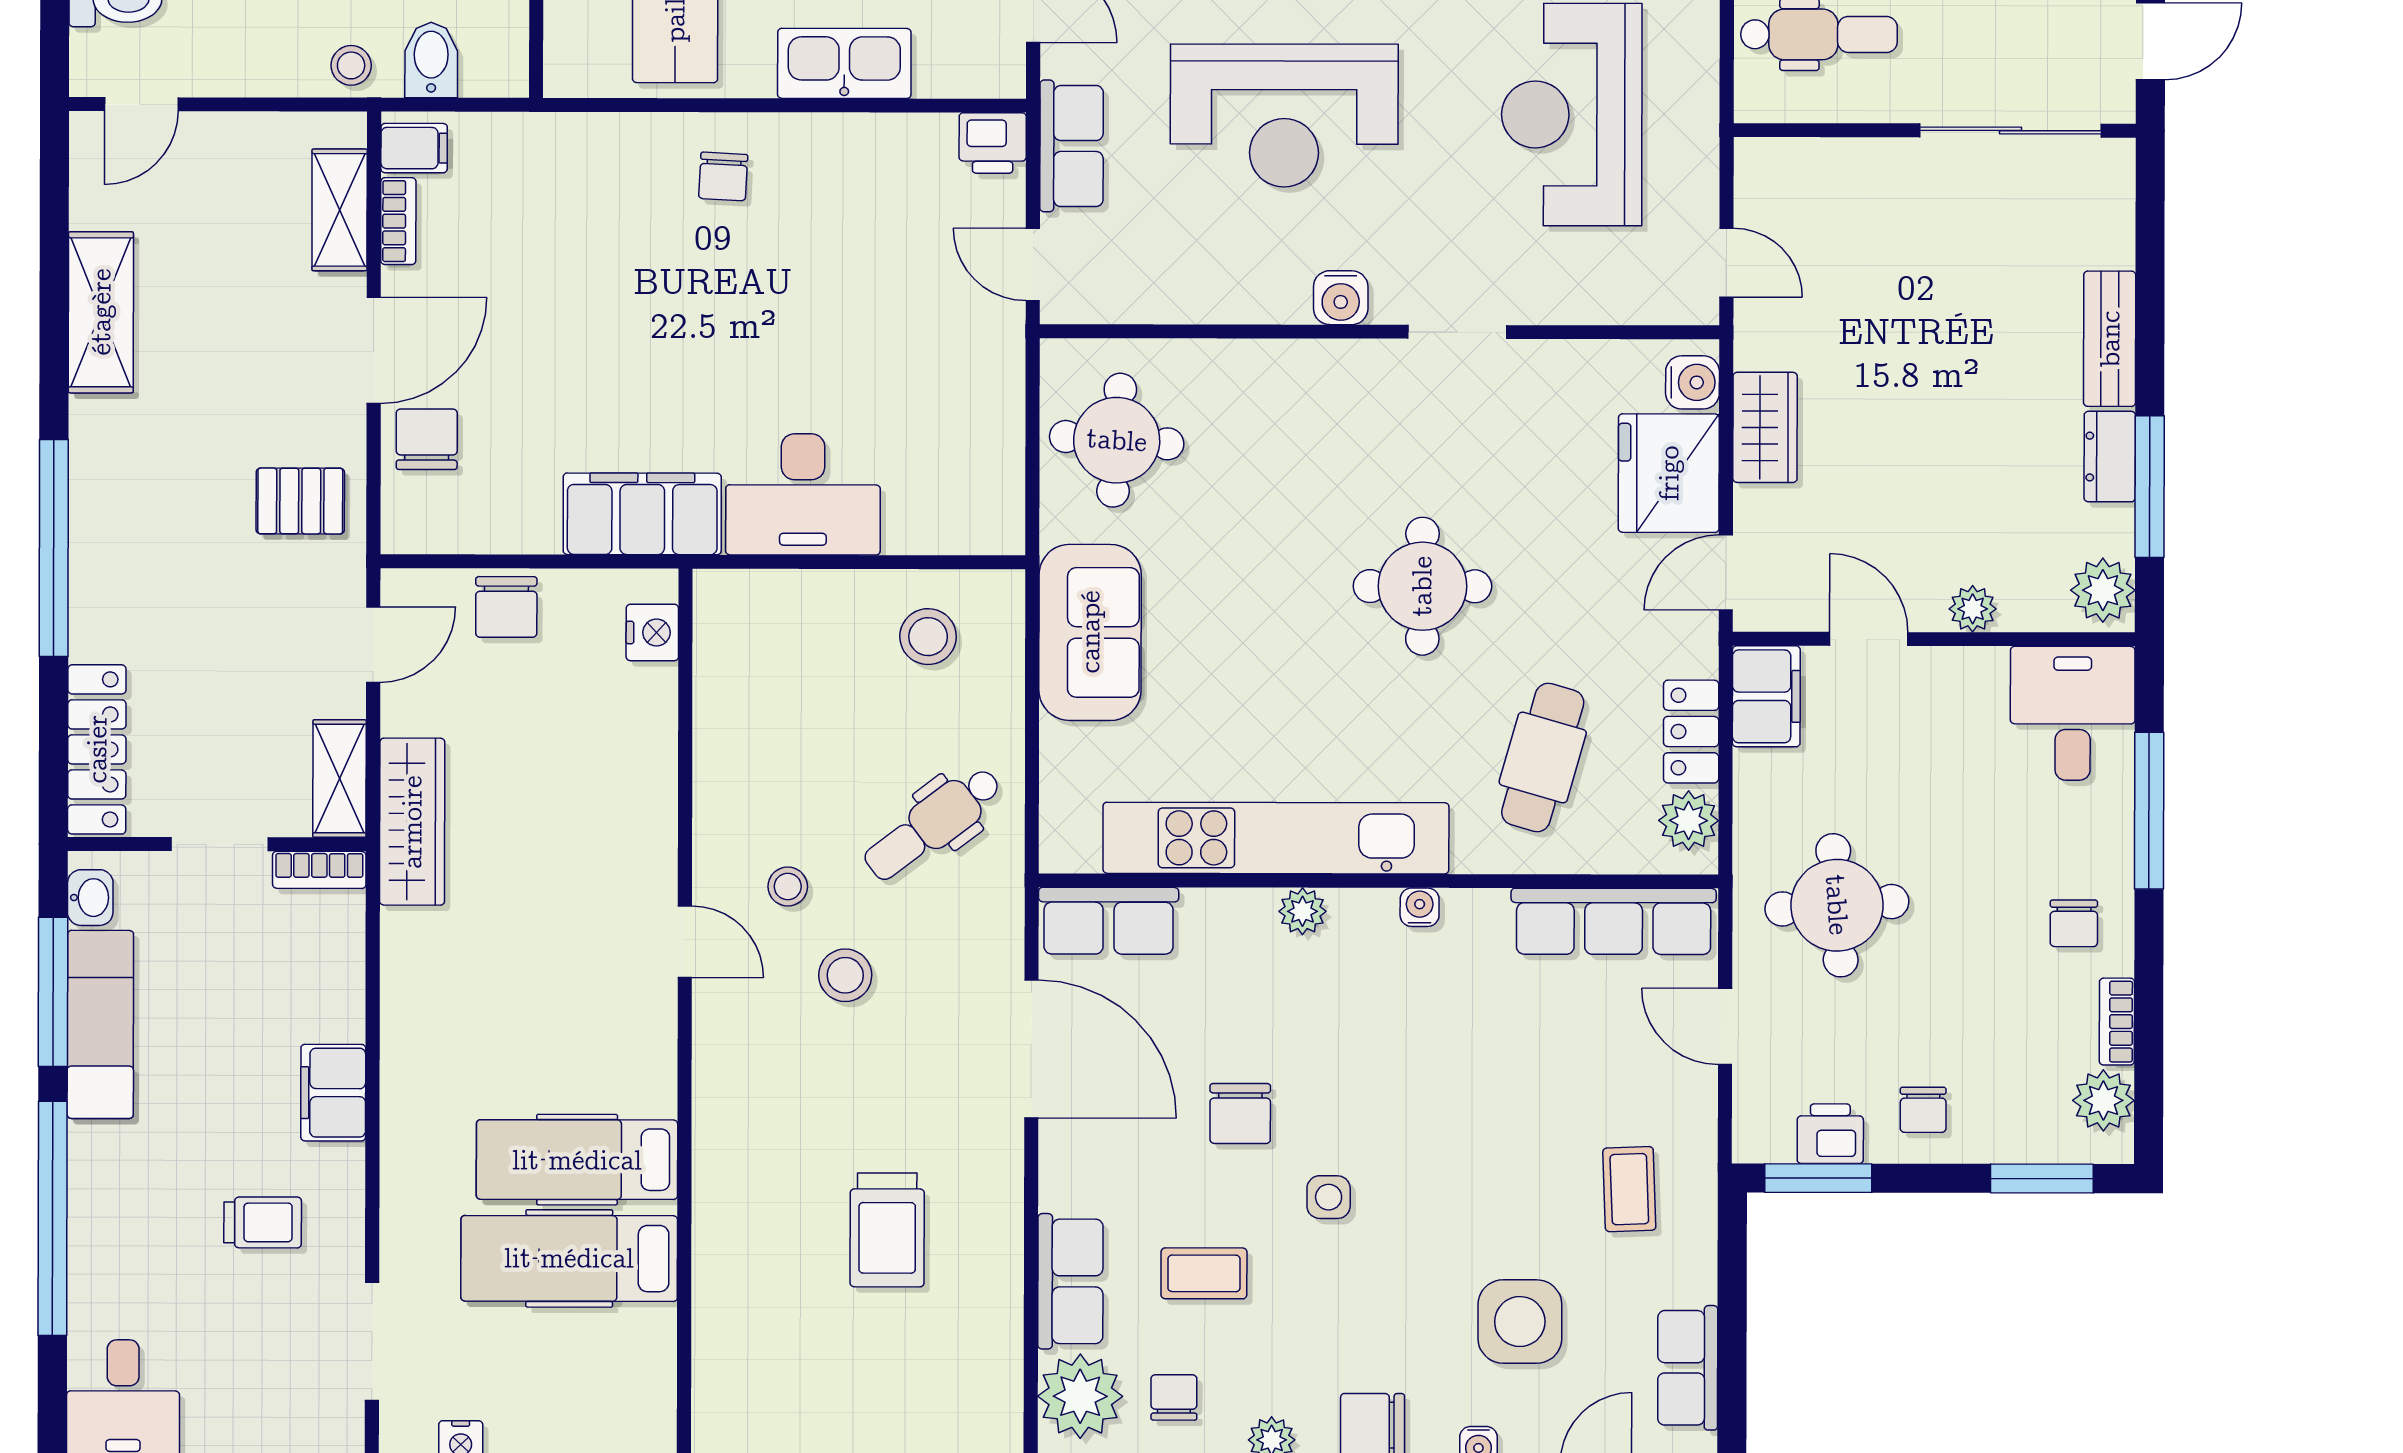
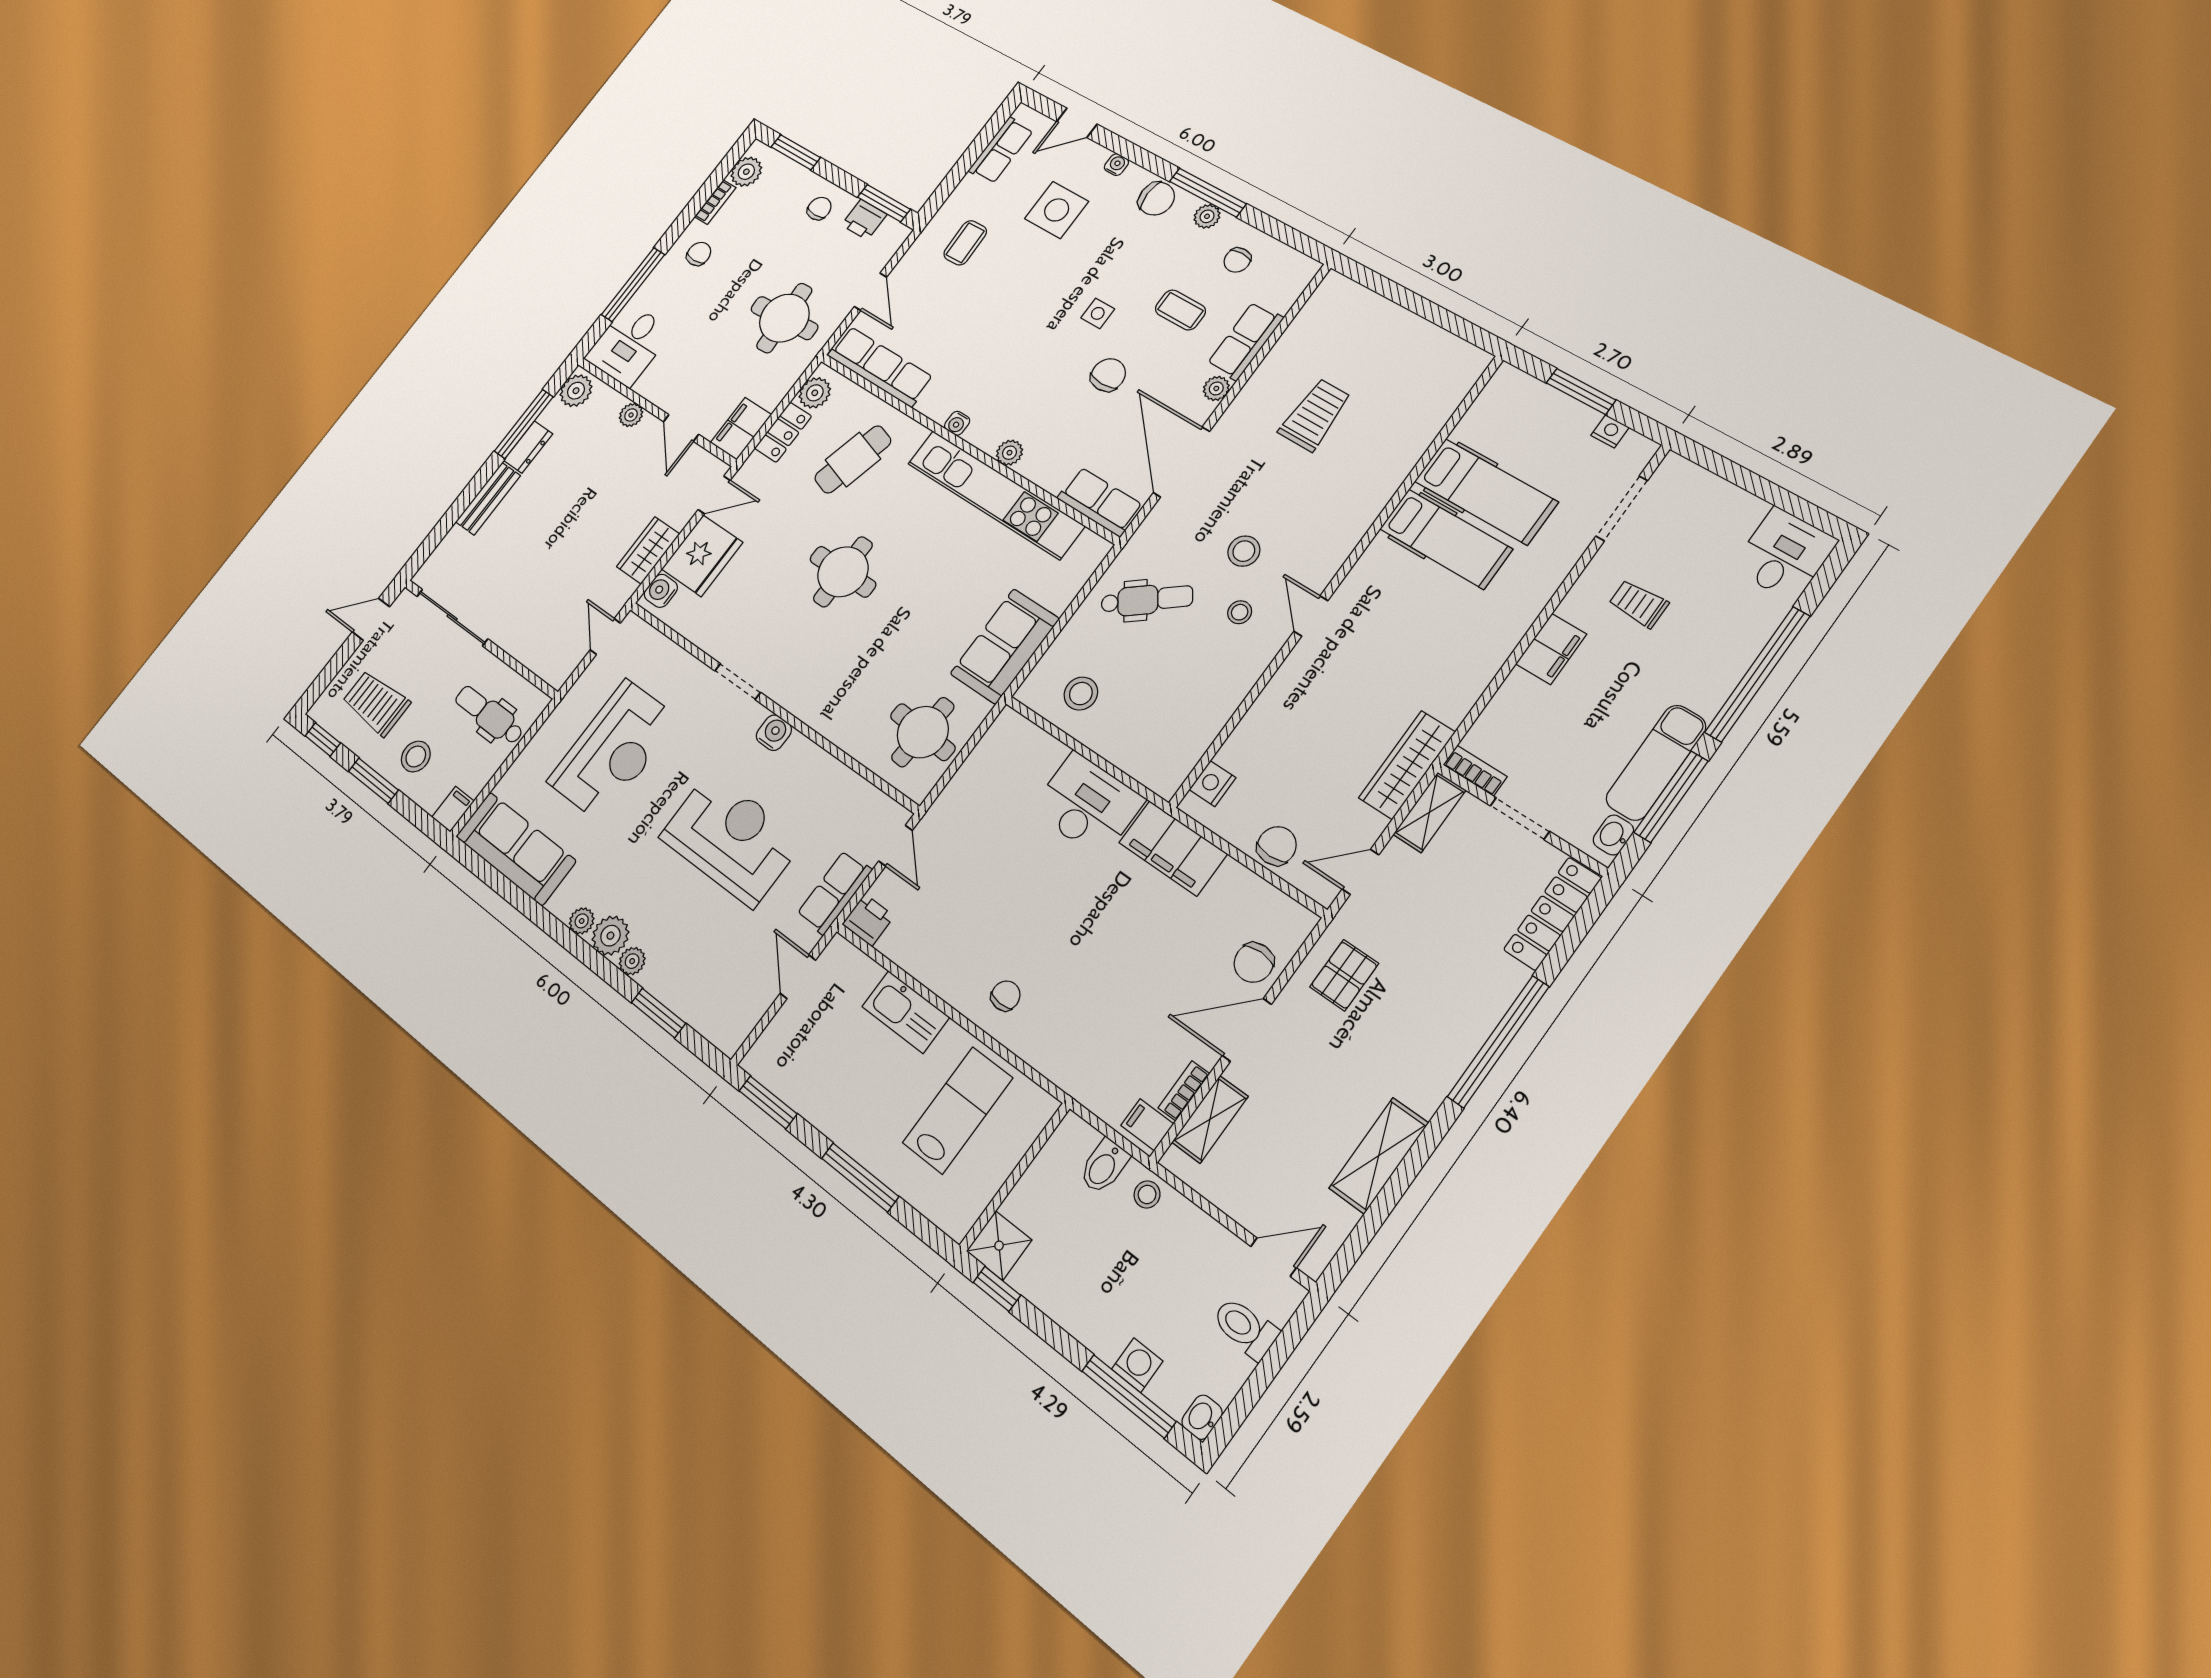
pallet: (300, 501) -> (1344, 975), turned 90
plant: (1080, 1396) -> (1216, 388), moved, width x0.53, depth x0.53

